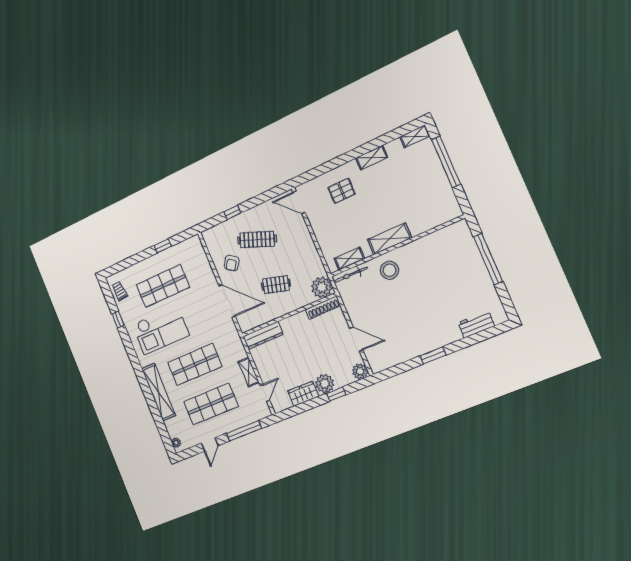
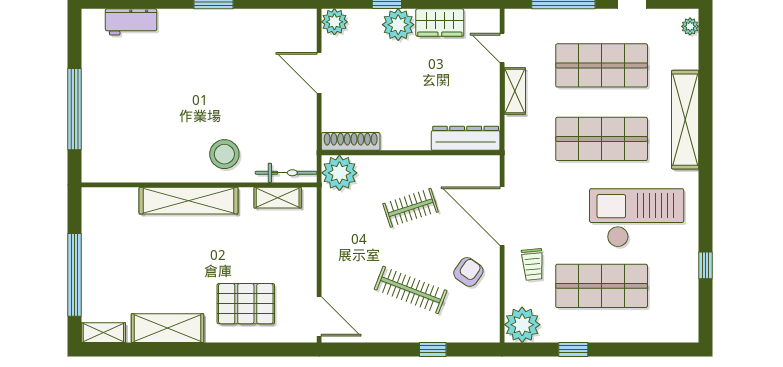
shelving: (372, 158) -> (167, 328), width x1.50, depth x1.33
pallet: (342, 191) -> (246, 304), width x1.50, depth x1.42
shelving: (390, 239) -> (189, 201), width x1.47
plant: (193, 247) -> (522, 325), added
clothes rail: (276, 285) -> (411, 208), turned -33
trolley: (120, 291) -> (533, 264), moved
door: (265, 393) -> (502, 48), hinge flipped

